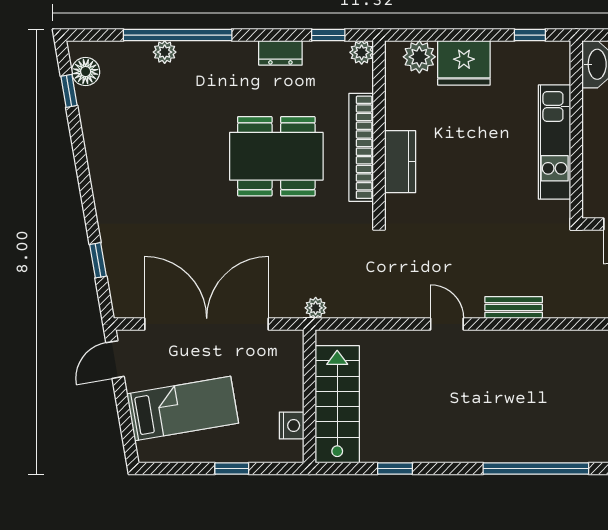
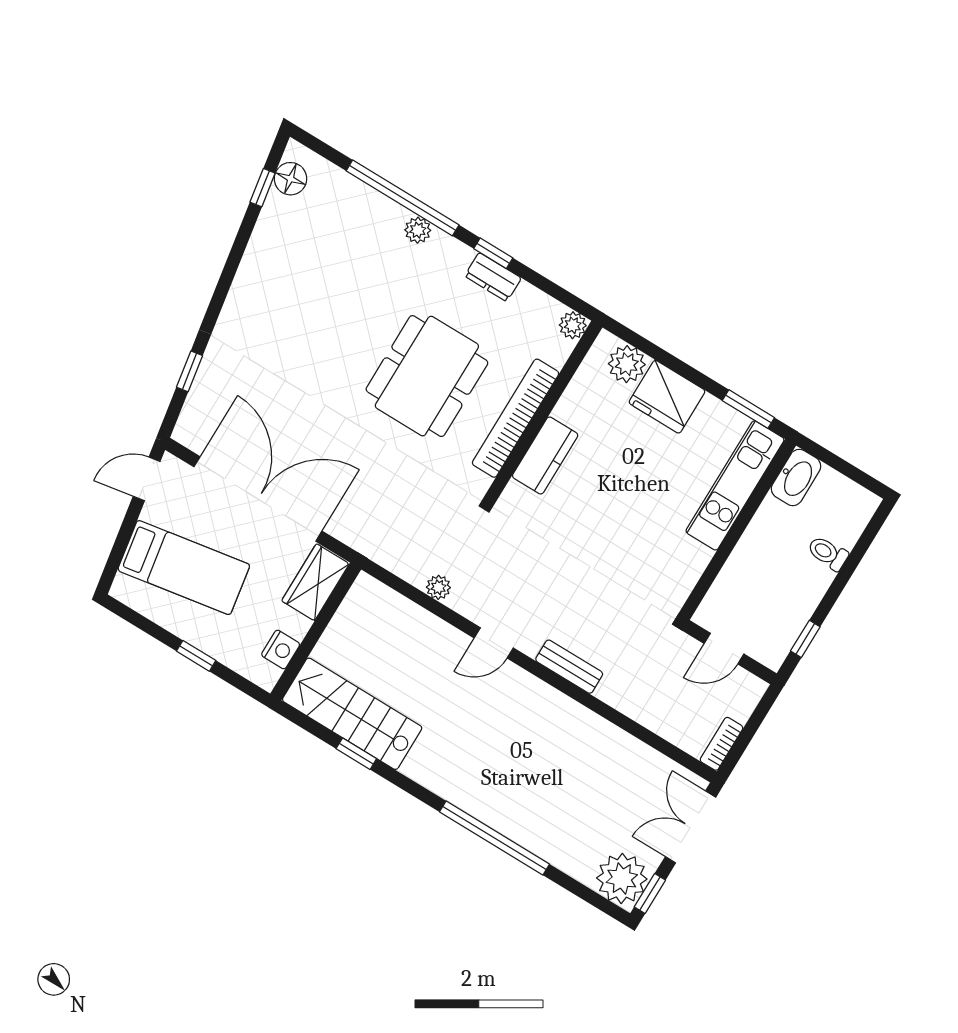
window: (328, 35) -> (493, 253), moved
window: (530, 35) -> (748, 409), width x1.50
plant: (165, 52) -> (418, 230), moved
kitchen unit: (555, 142) -> (735, 485), moved
dining table: (276, 156) -> (427, 376), turned 90
plant: (316, 308) -> (438, 587), moved
door: (447, 324) -> (494, 643), swing flipped
wardrobe: (287, 360) -> (315, 582), added
stairs: (337, 404) -> (352, 714), moved, turned -90

